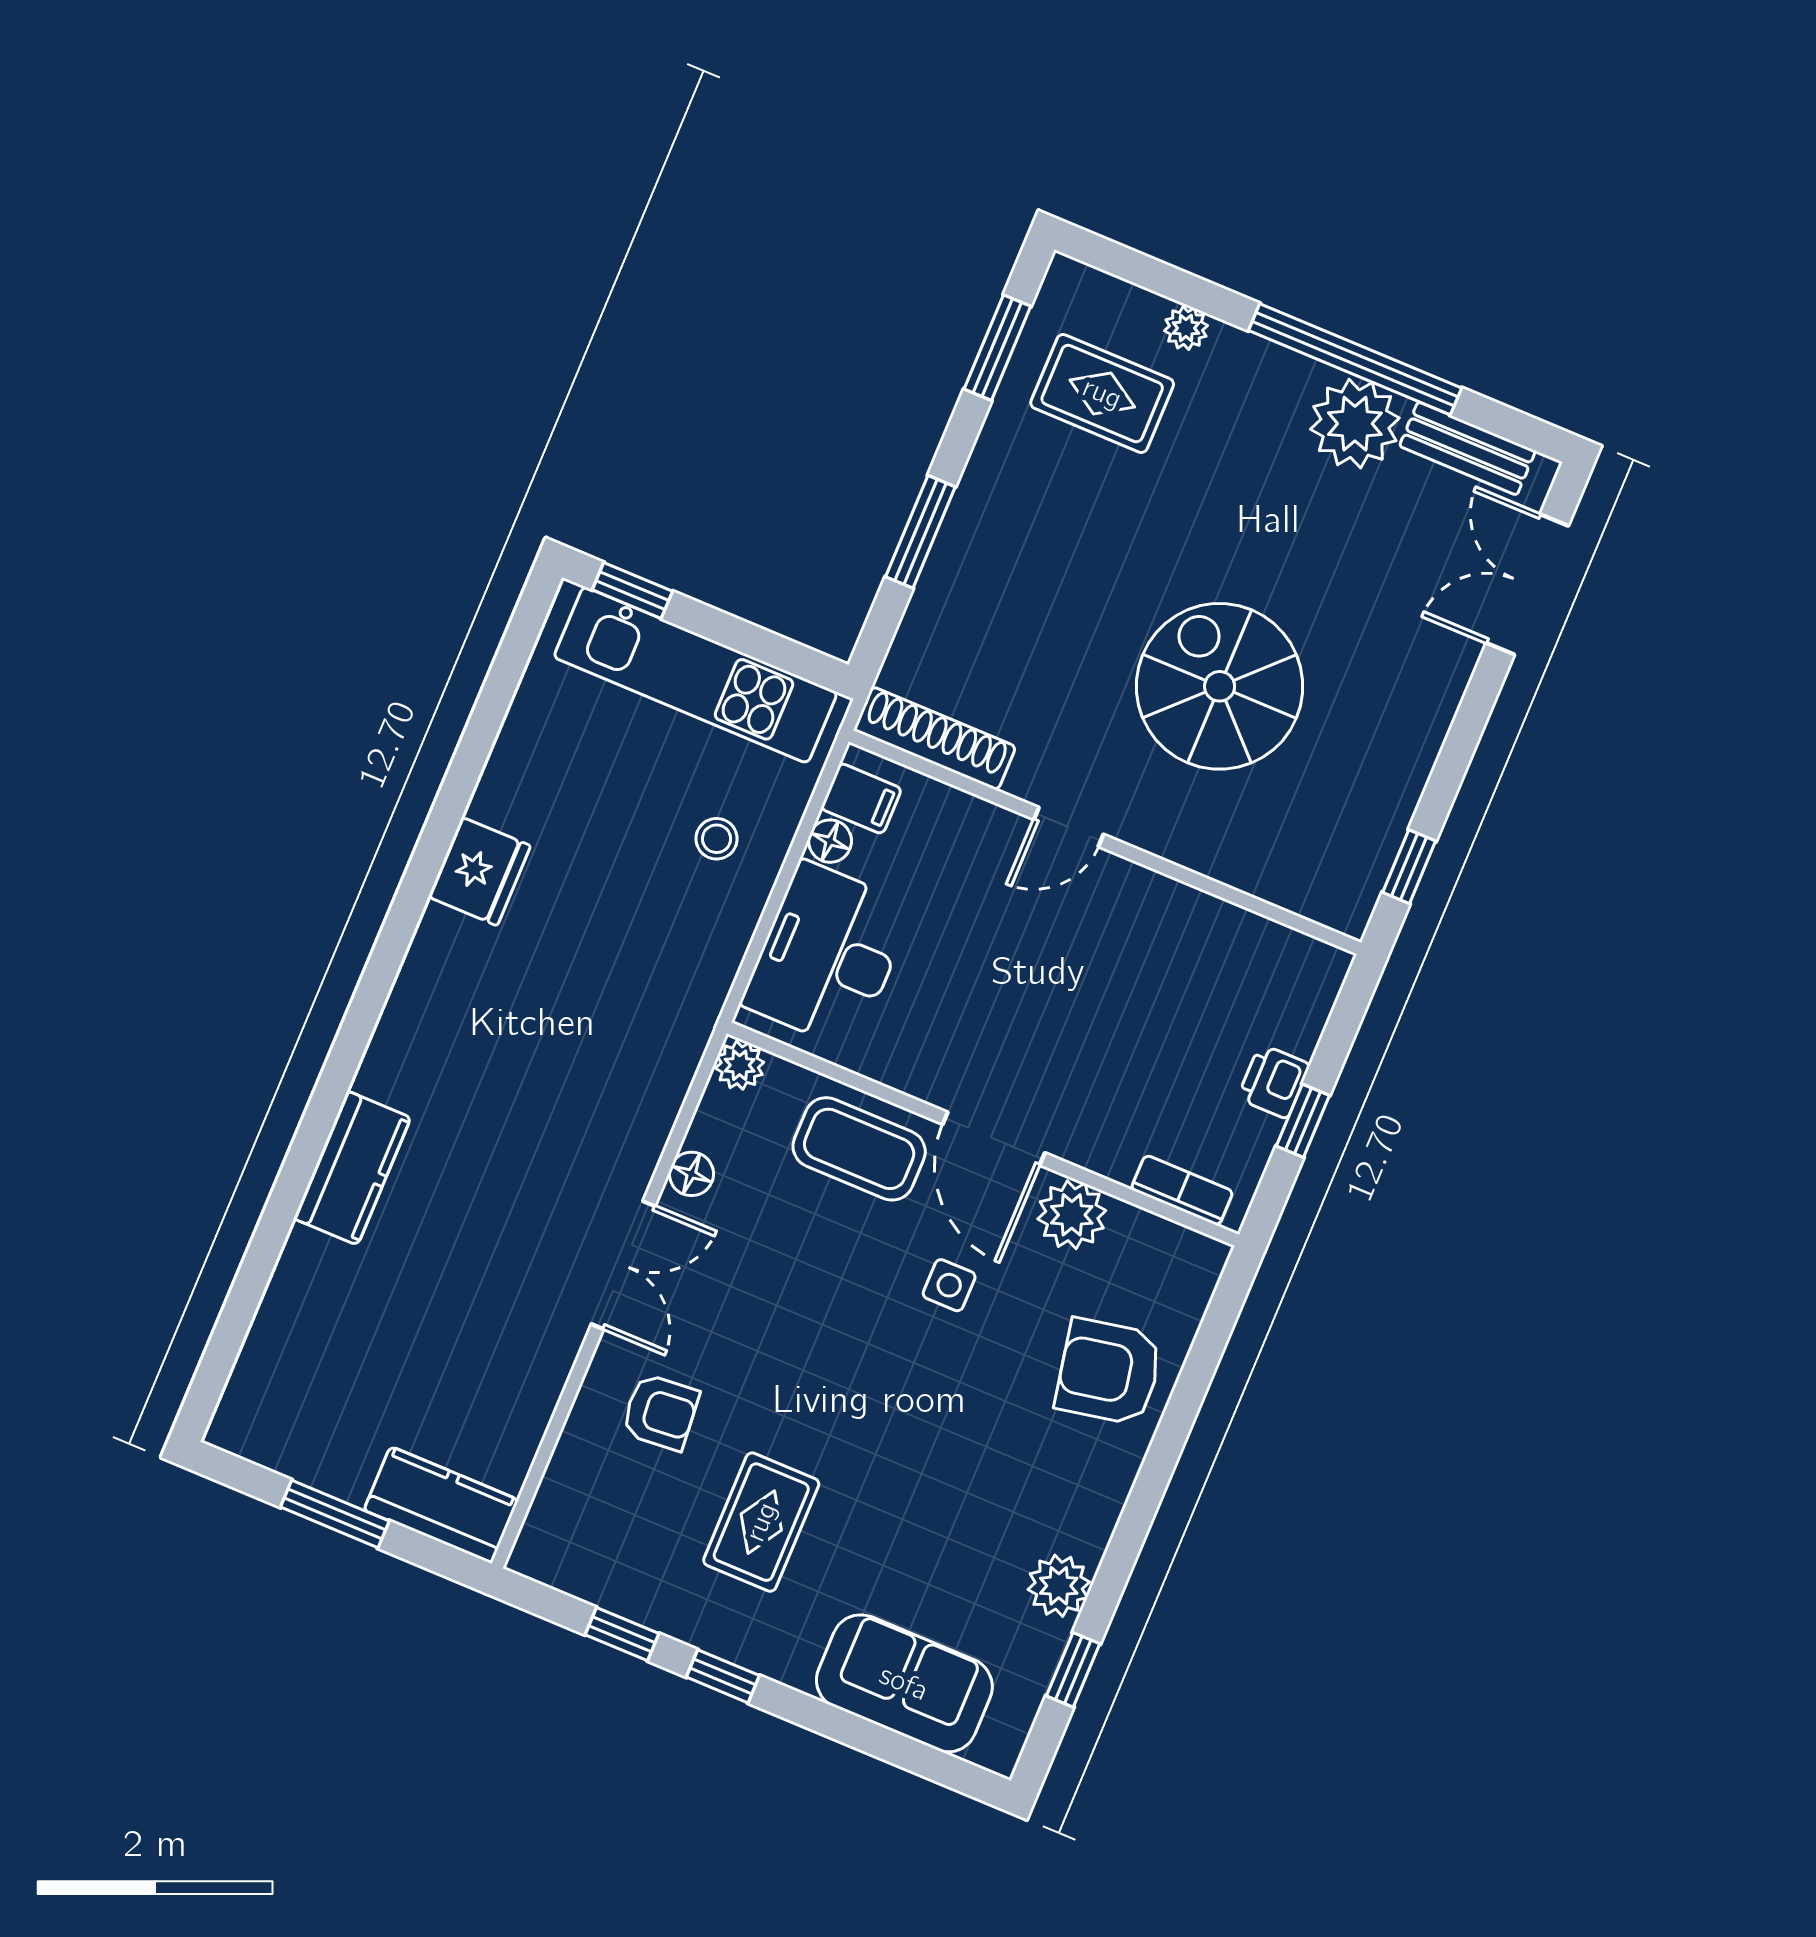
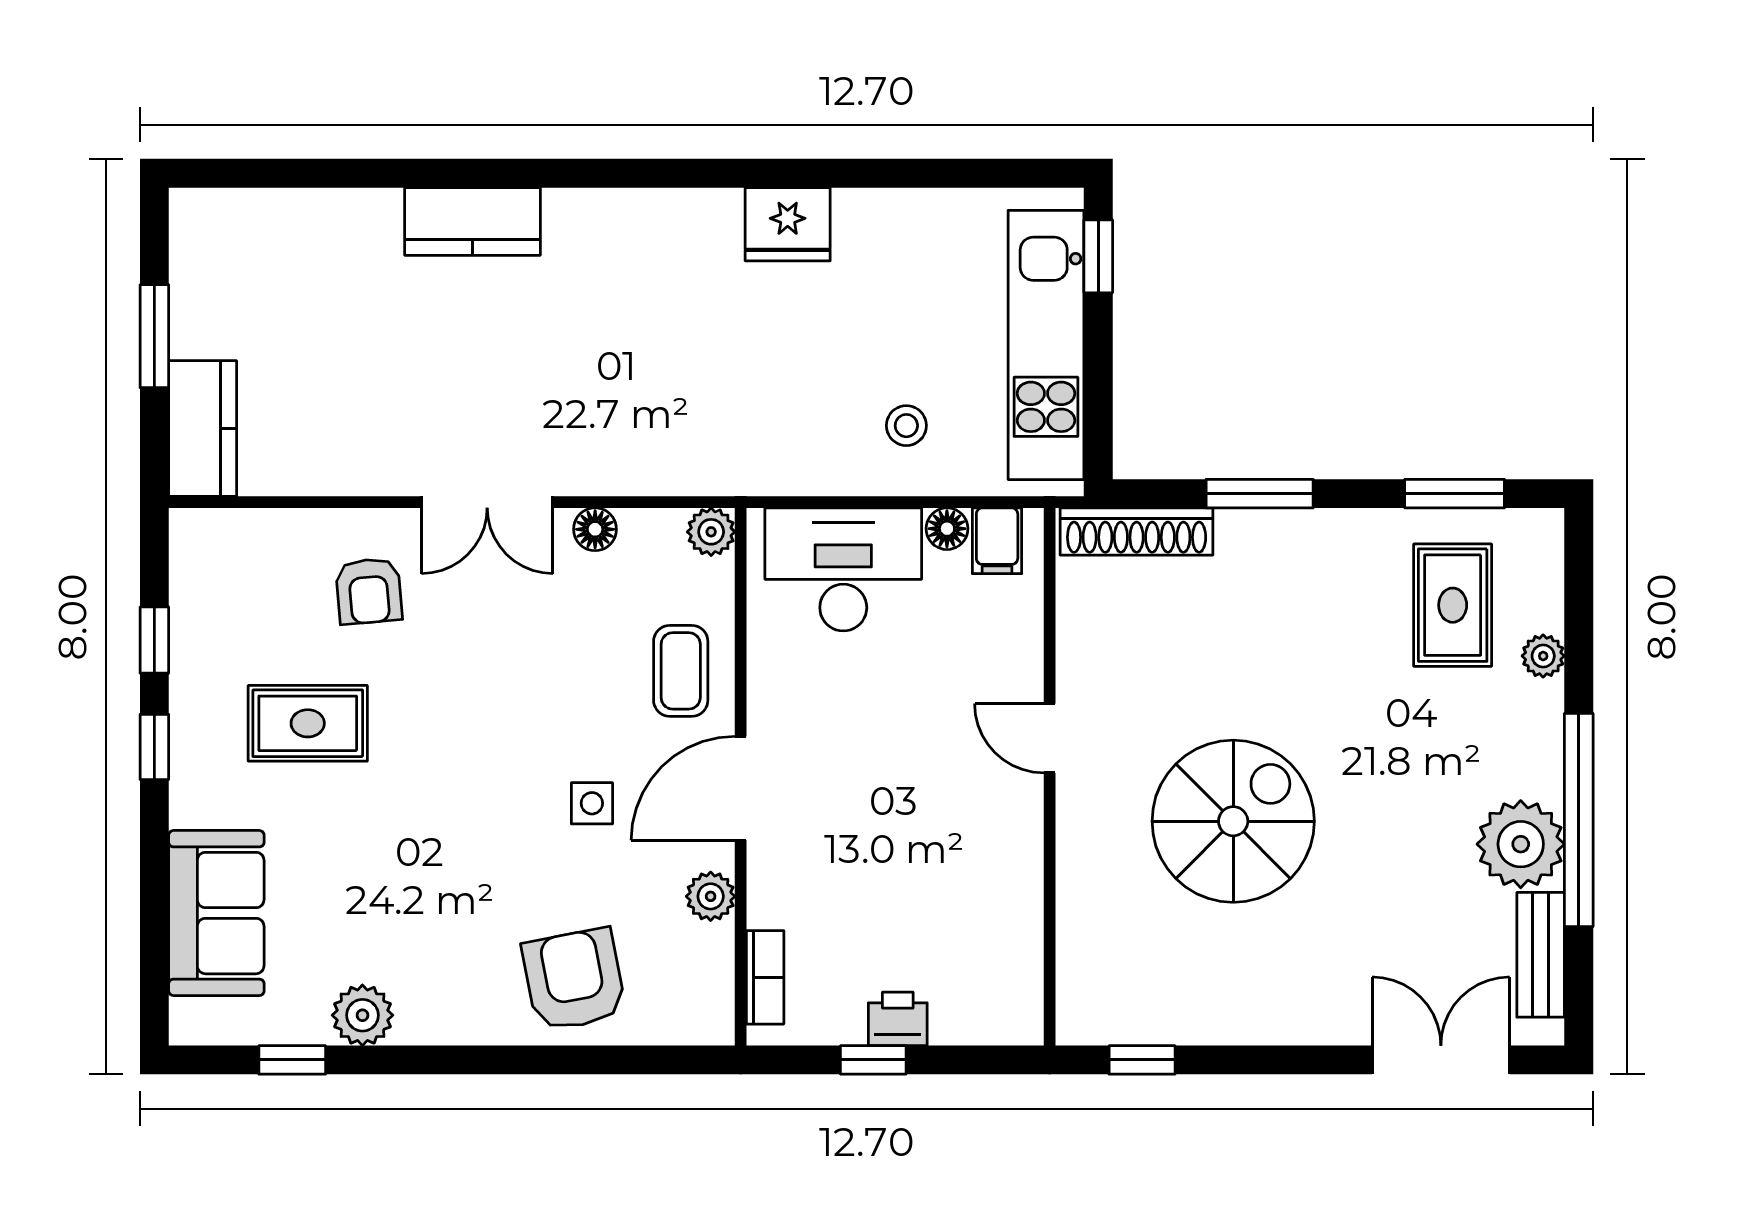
shoe rack: (935, 738) -> (1137, 531), moved, turned 90
coffee table: (859, 1149) -> (681, 671), width x0.73, depth x0.77
plant: (1072, 1215) -> (711, 896), width x0.73, depth x0.73

